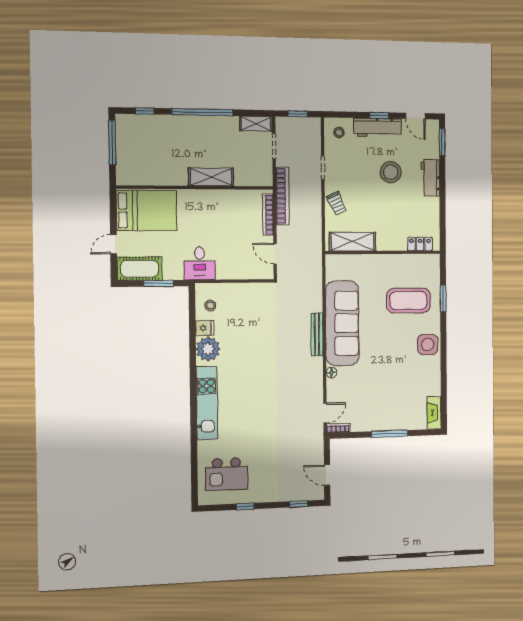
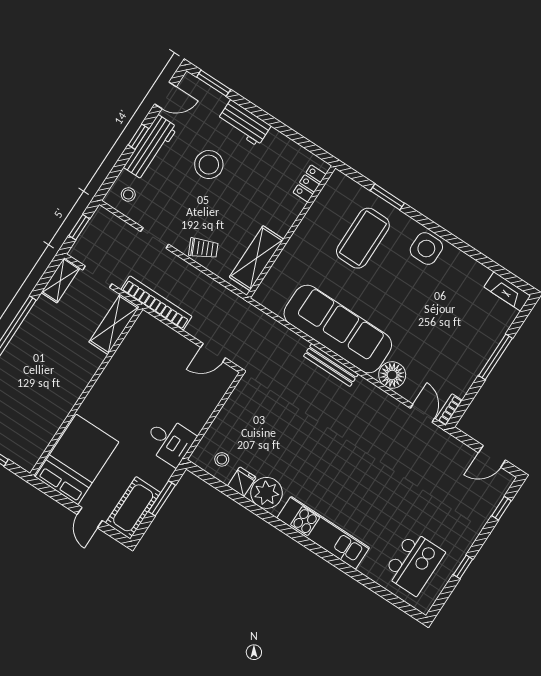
shelving: (211, 177) -> (114, 324), moved
bookcase: (268, 215) -> (166, 332), removed
floor lamp: (331, 373) -> (392, 375), width x1.89, depth x1.89

